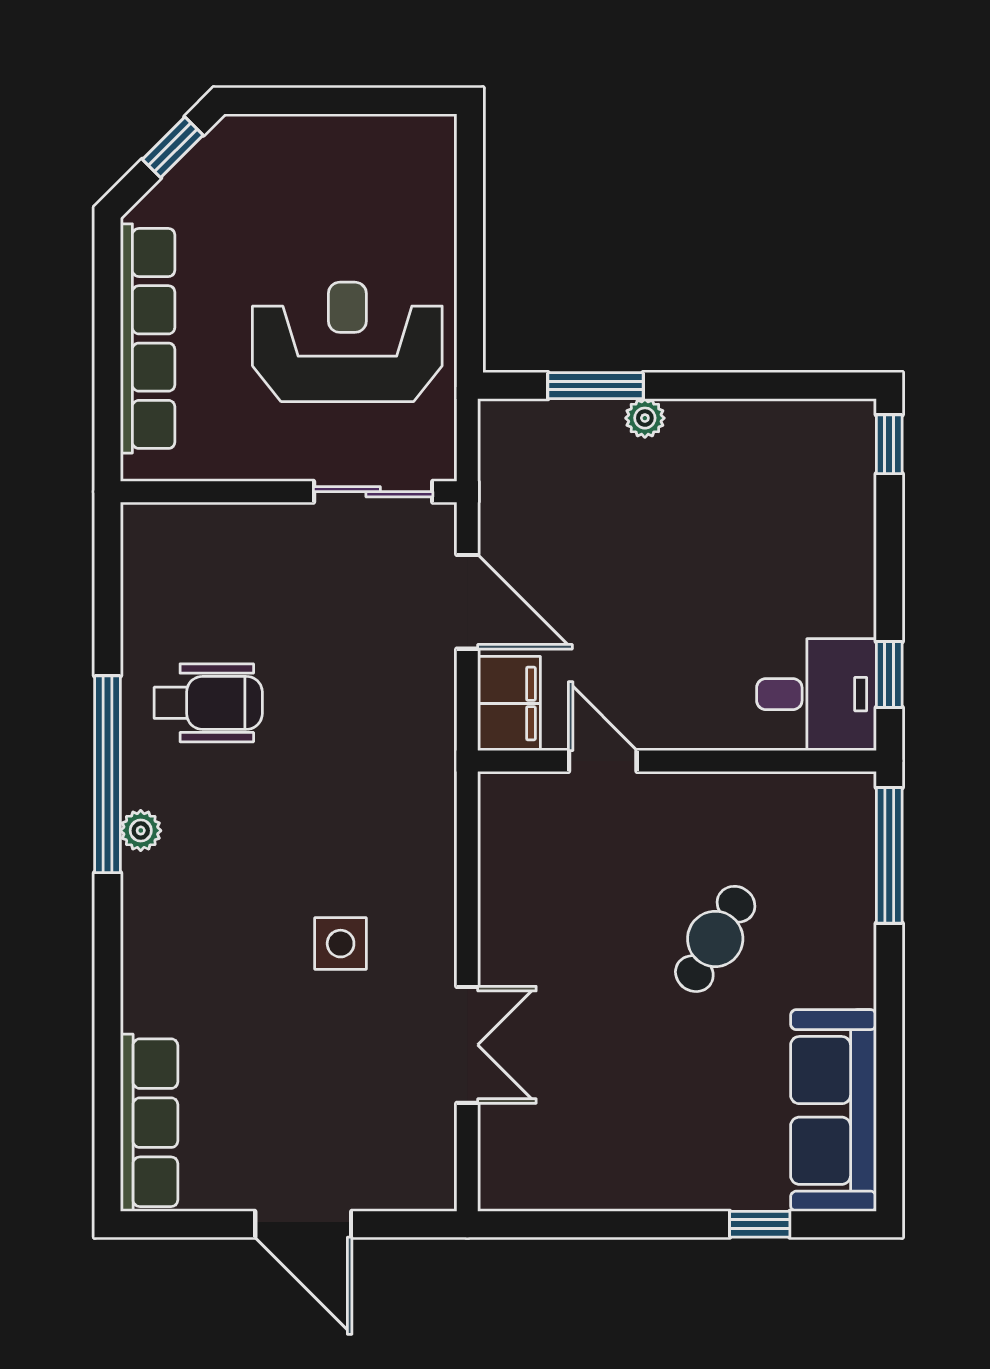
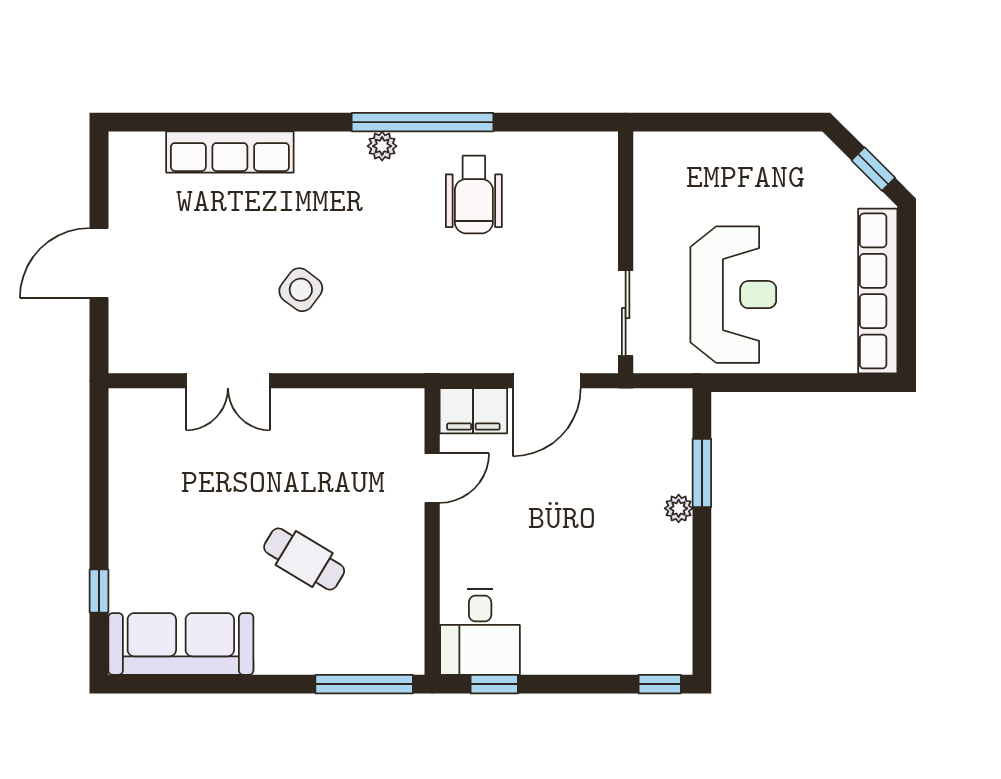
row of seats: (148, 338) -> (878, 291), moved, turned 90
side table: (341, 944) -> (301, 290), turned 37
row of seats: (149, 1123) -> (230, 152), moved

